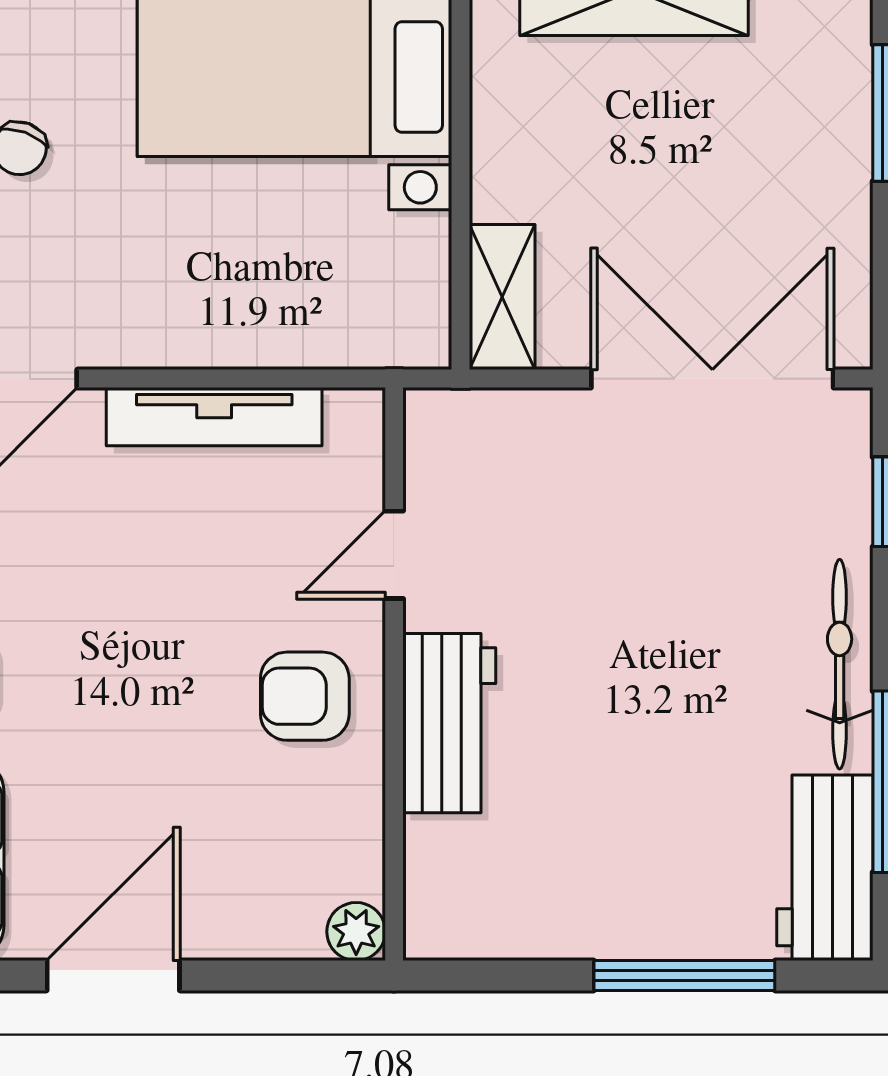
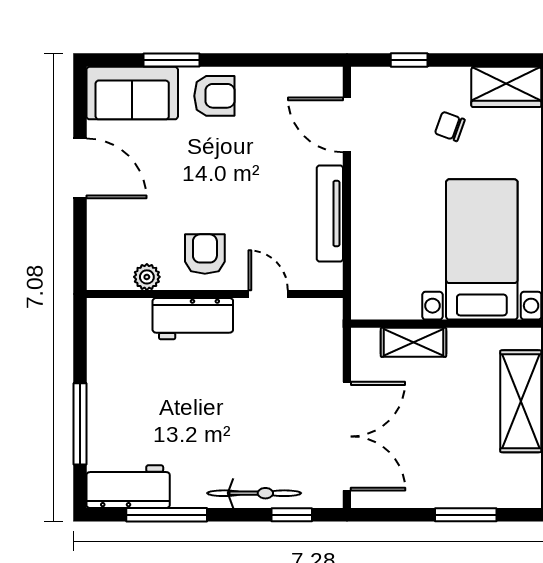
shelving: (502, 297) -> (413, 342), moved
bicycle: (840, 664) -> (254, 493), moved
plant: (356, 932) -> (147, 277), moved

